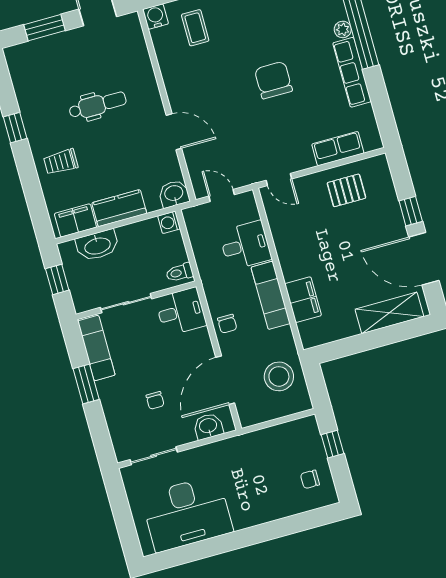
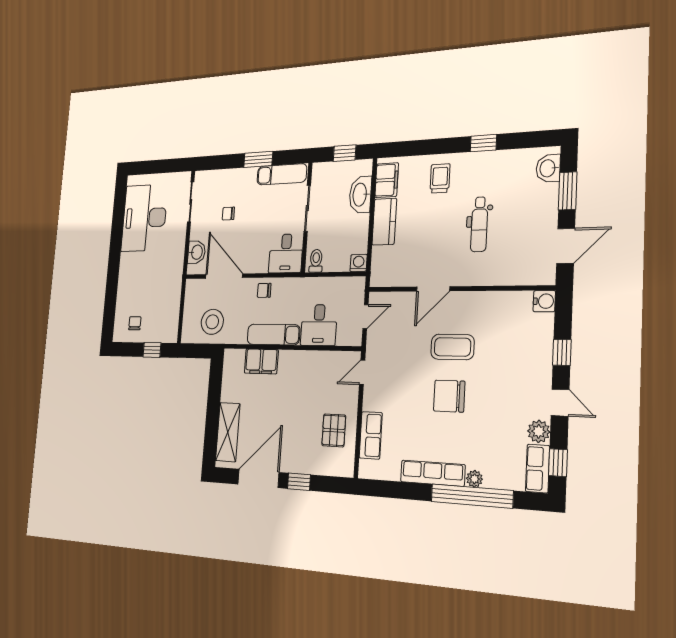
coffee table: (195, 28) -> (452, 347), moved, width x1.36, depth x1.30
chair: (273, 80) -> (449, 396), turned 180
washbasin: (174, 194) -> (548, 168), moved, turned 180

